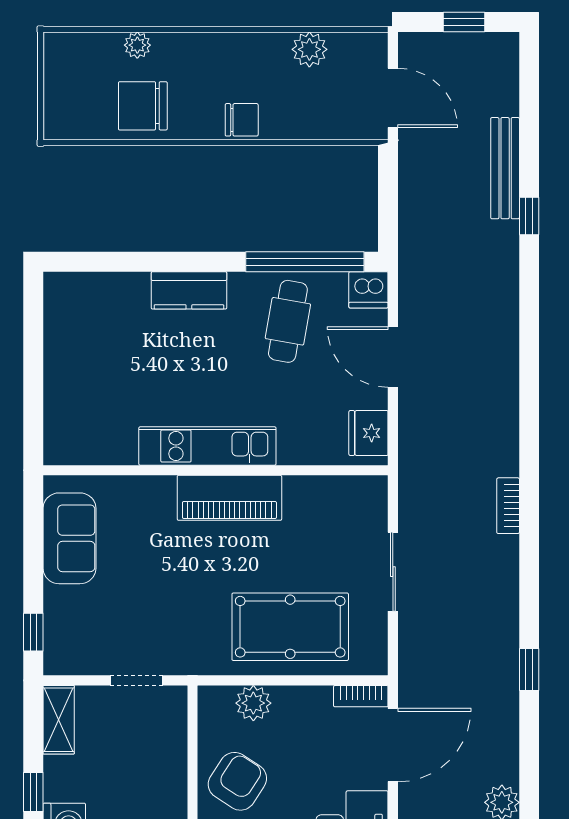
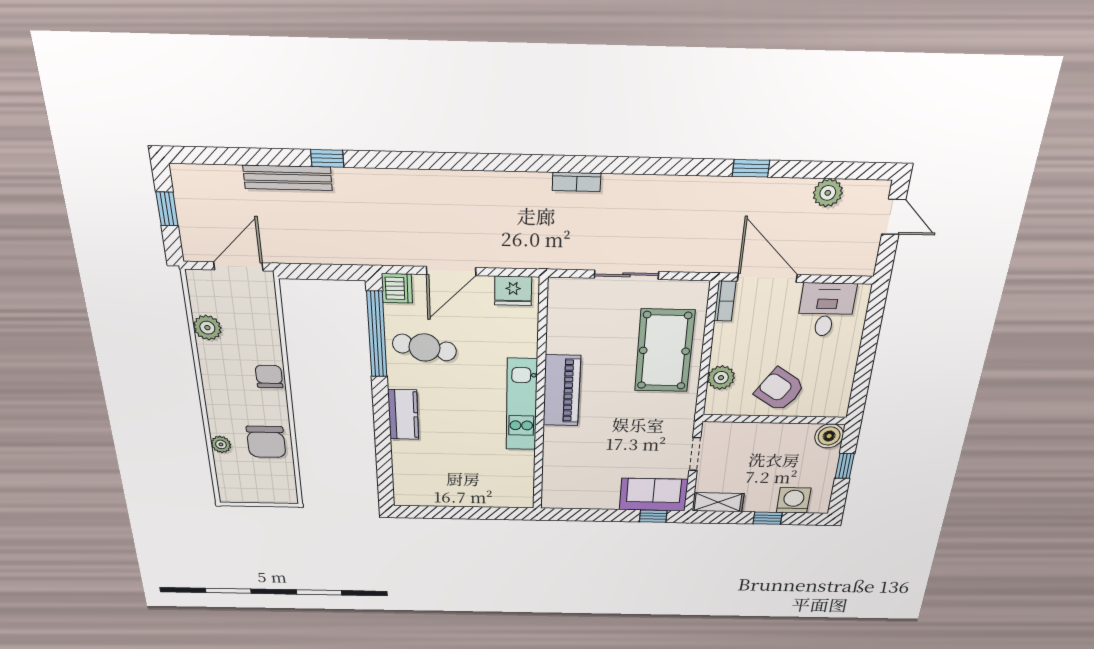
sofa: (69, 538) -> (654, 495), moved
window: (529, 670) -> (751, 168), moved

